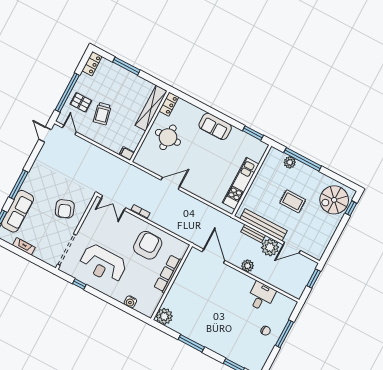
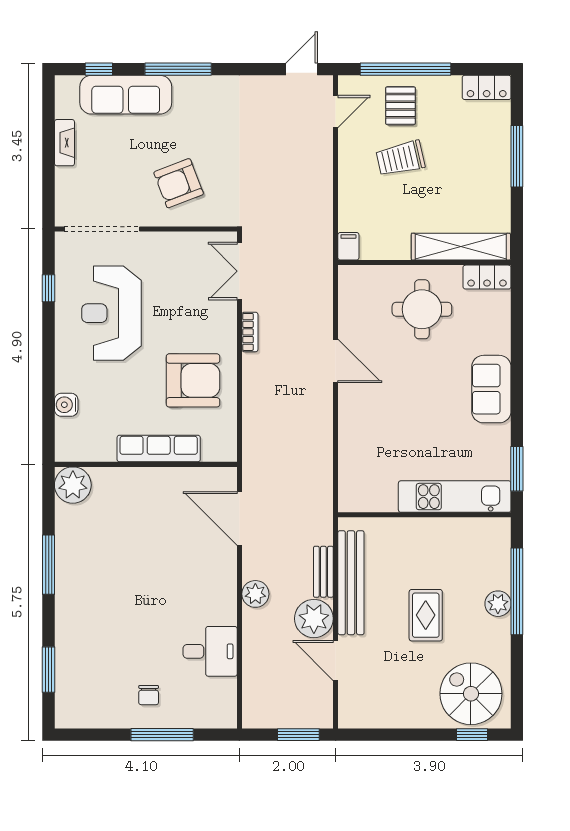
plant: (290, 162) -> (498, 604), moved
kitchen unit: (241, 183) -> (455, 497), moved
door: (214, 256) -> (239, 518), swing flipped

